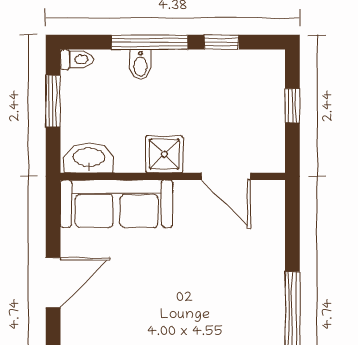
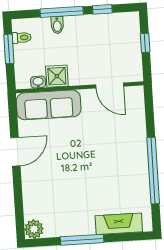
toilet: (77, 59) -> (22, 38), moved
shower: (164, 154) -> (57, 76), moved
washbasin: (89, 158) -> (38, 82), width x0.52, depth x0.69

